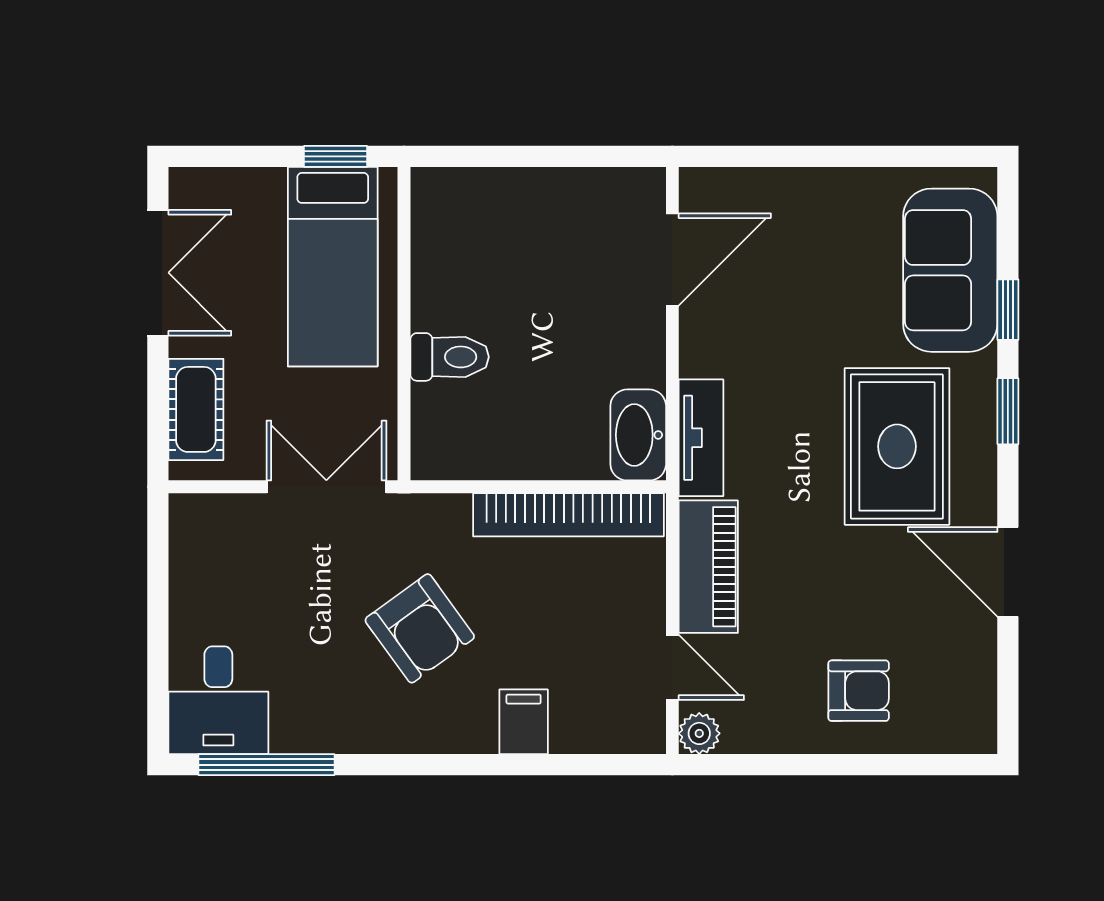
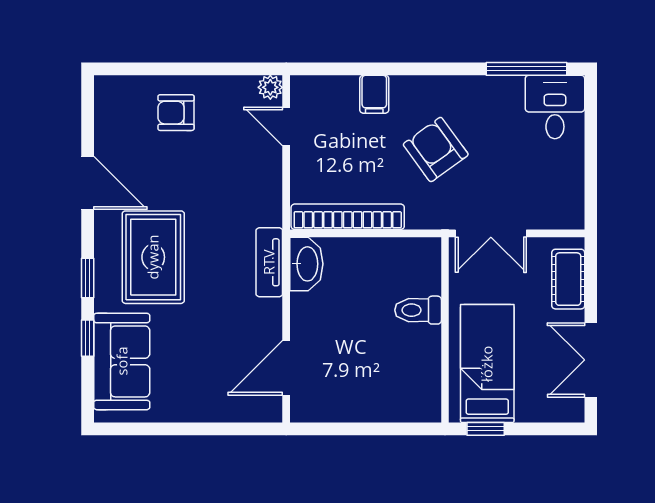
piano: (708, 567) -> (265, 186), removed

